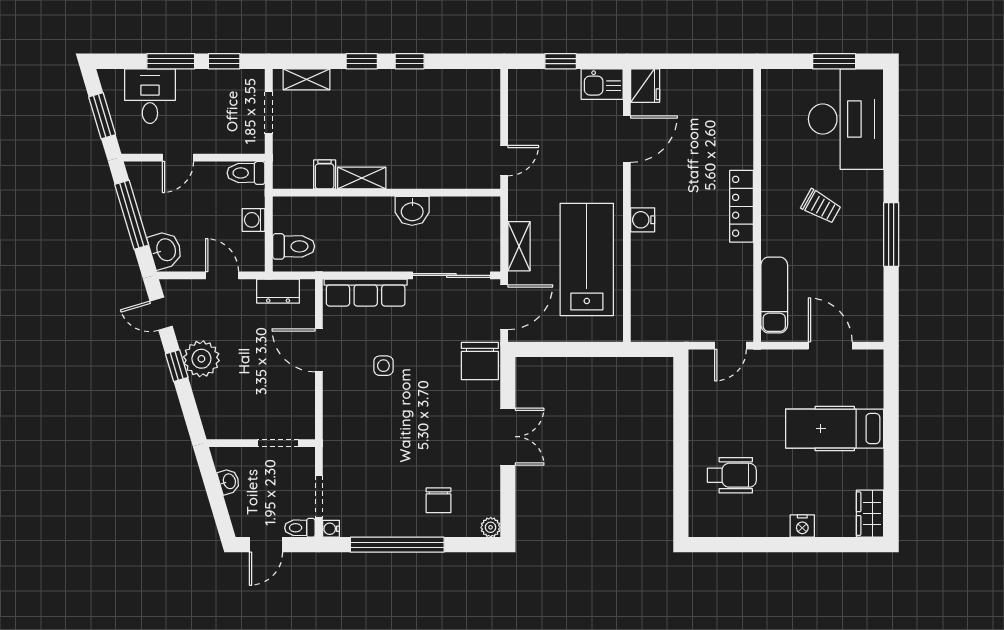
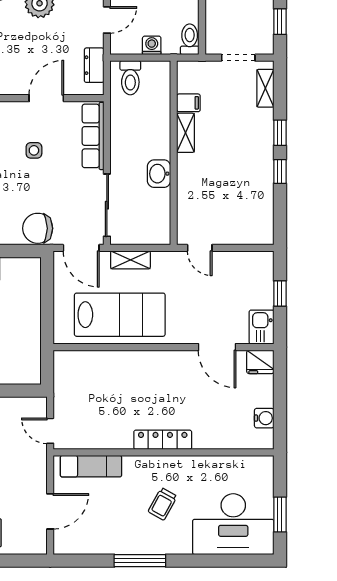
water cooler: (643, 220) -> (264, 418), moved, turned 90

